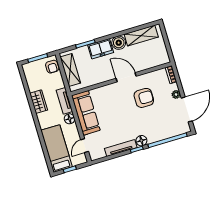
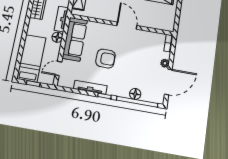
armchair: (144, 98) -> (106, 59), moved
floor lamp: (141, 141) -> (135, 94), moved

